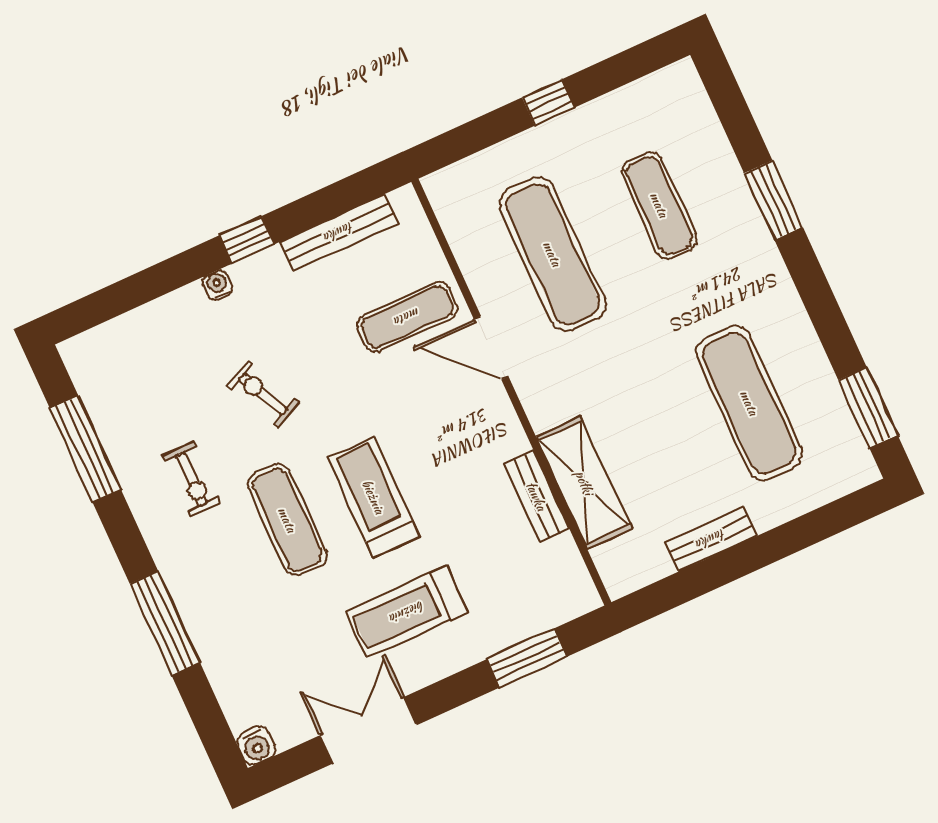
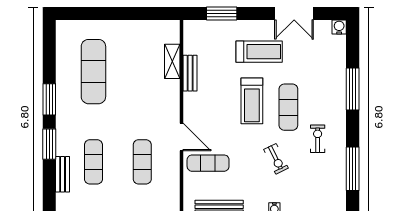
exercise mat: (552, 254) -> (142, 162), width x0.73, depth x0.69
window: (868, 408) -> (49, 99), moved
shelving: (584, 483) -> (172, 61), width x0.67, depth x0.75
bench: (711, 539) -> (63, 174), moved, turned 90

